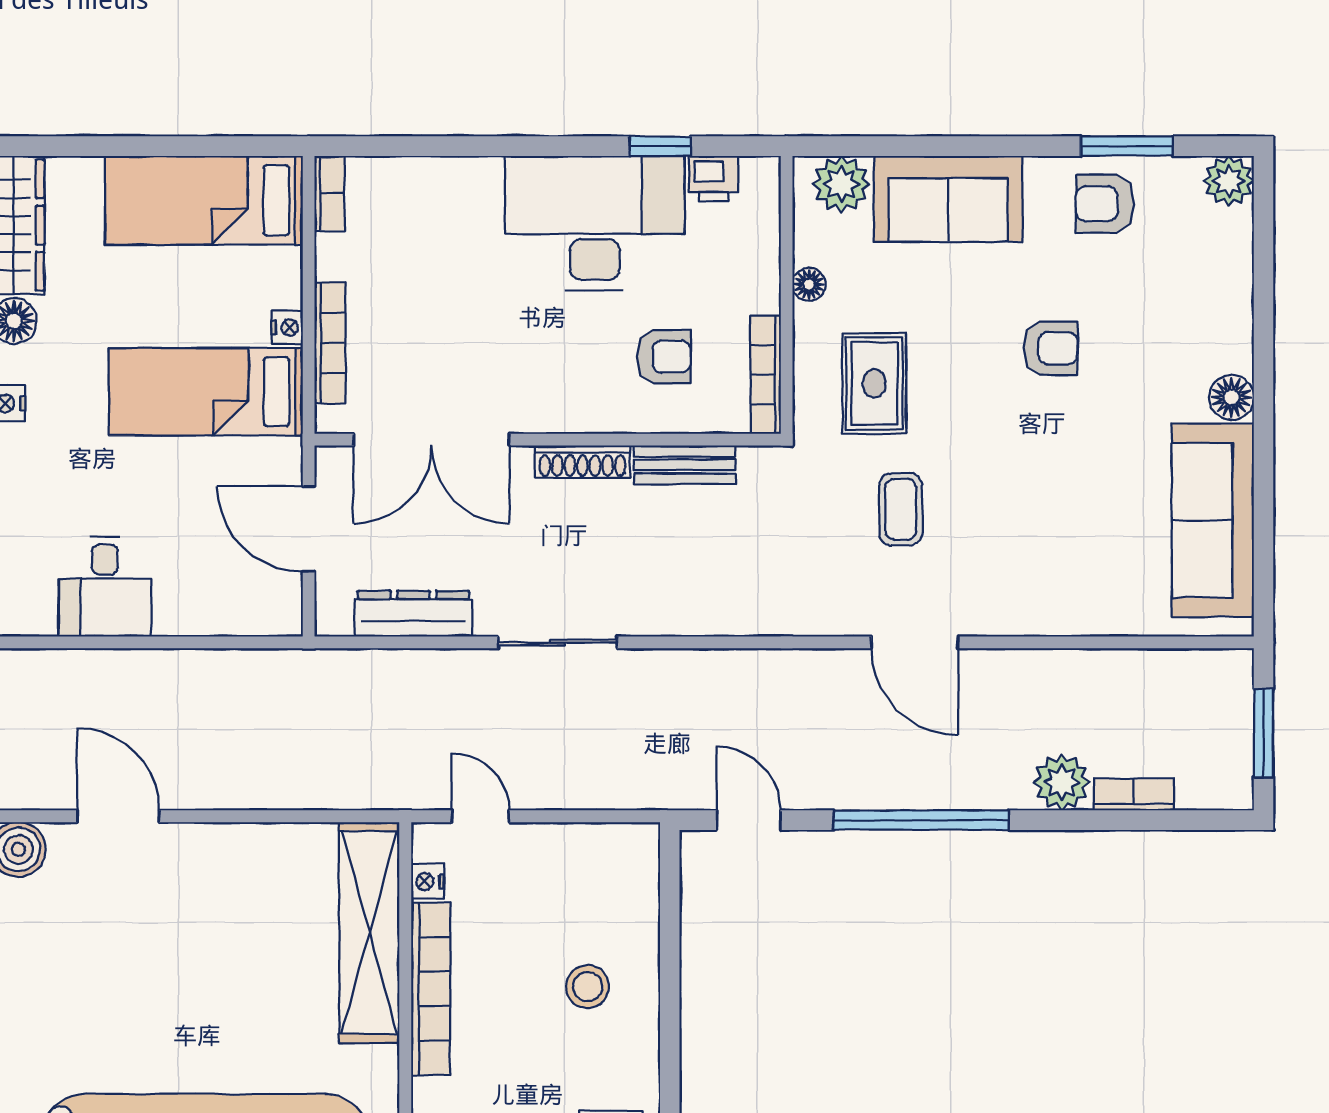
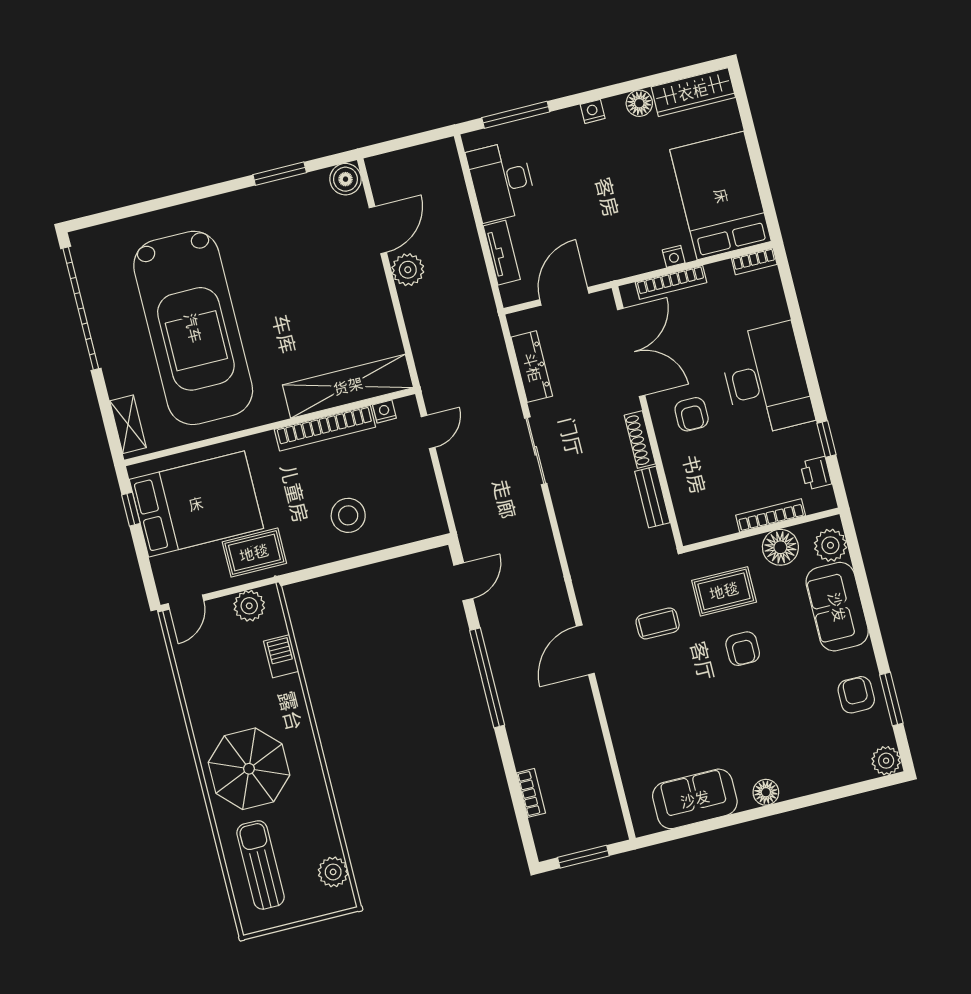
bed: (204, 200) -> (721, 196), width x1.50
desk: (595, 223) -> (766, 379), moved
floor lamp: (809, 284) -> (780, 547), width x1.89, depth x1.89
armchair: (1050, 348) -> (743, 649), moved
armchair: (664, 357) -> (692, 414), moved
bookcase: (766, 375) -> (771, 515), moved
bed: (206, 392) -> (627, 220), removed
double door: (432, 440) -> (631, 352), swing flipped
sofa: (1213, 520) -> (695, 799), width x0.73
desk: (105, 587) -> (502, 181), width x1.37
tv unit: (208, 616) -> (502, 253), added
plant: (1062, 782) -> (408, 270), moved
stool: (588, 987) -> (348, 515), width x1.38, depth x1.38

